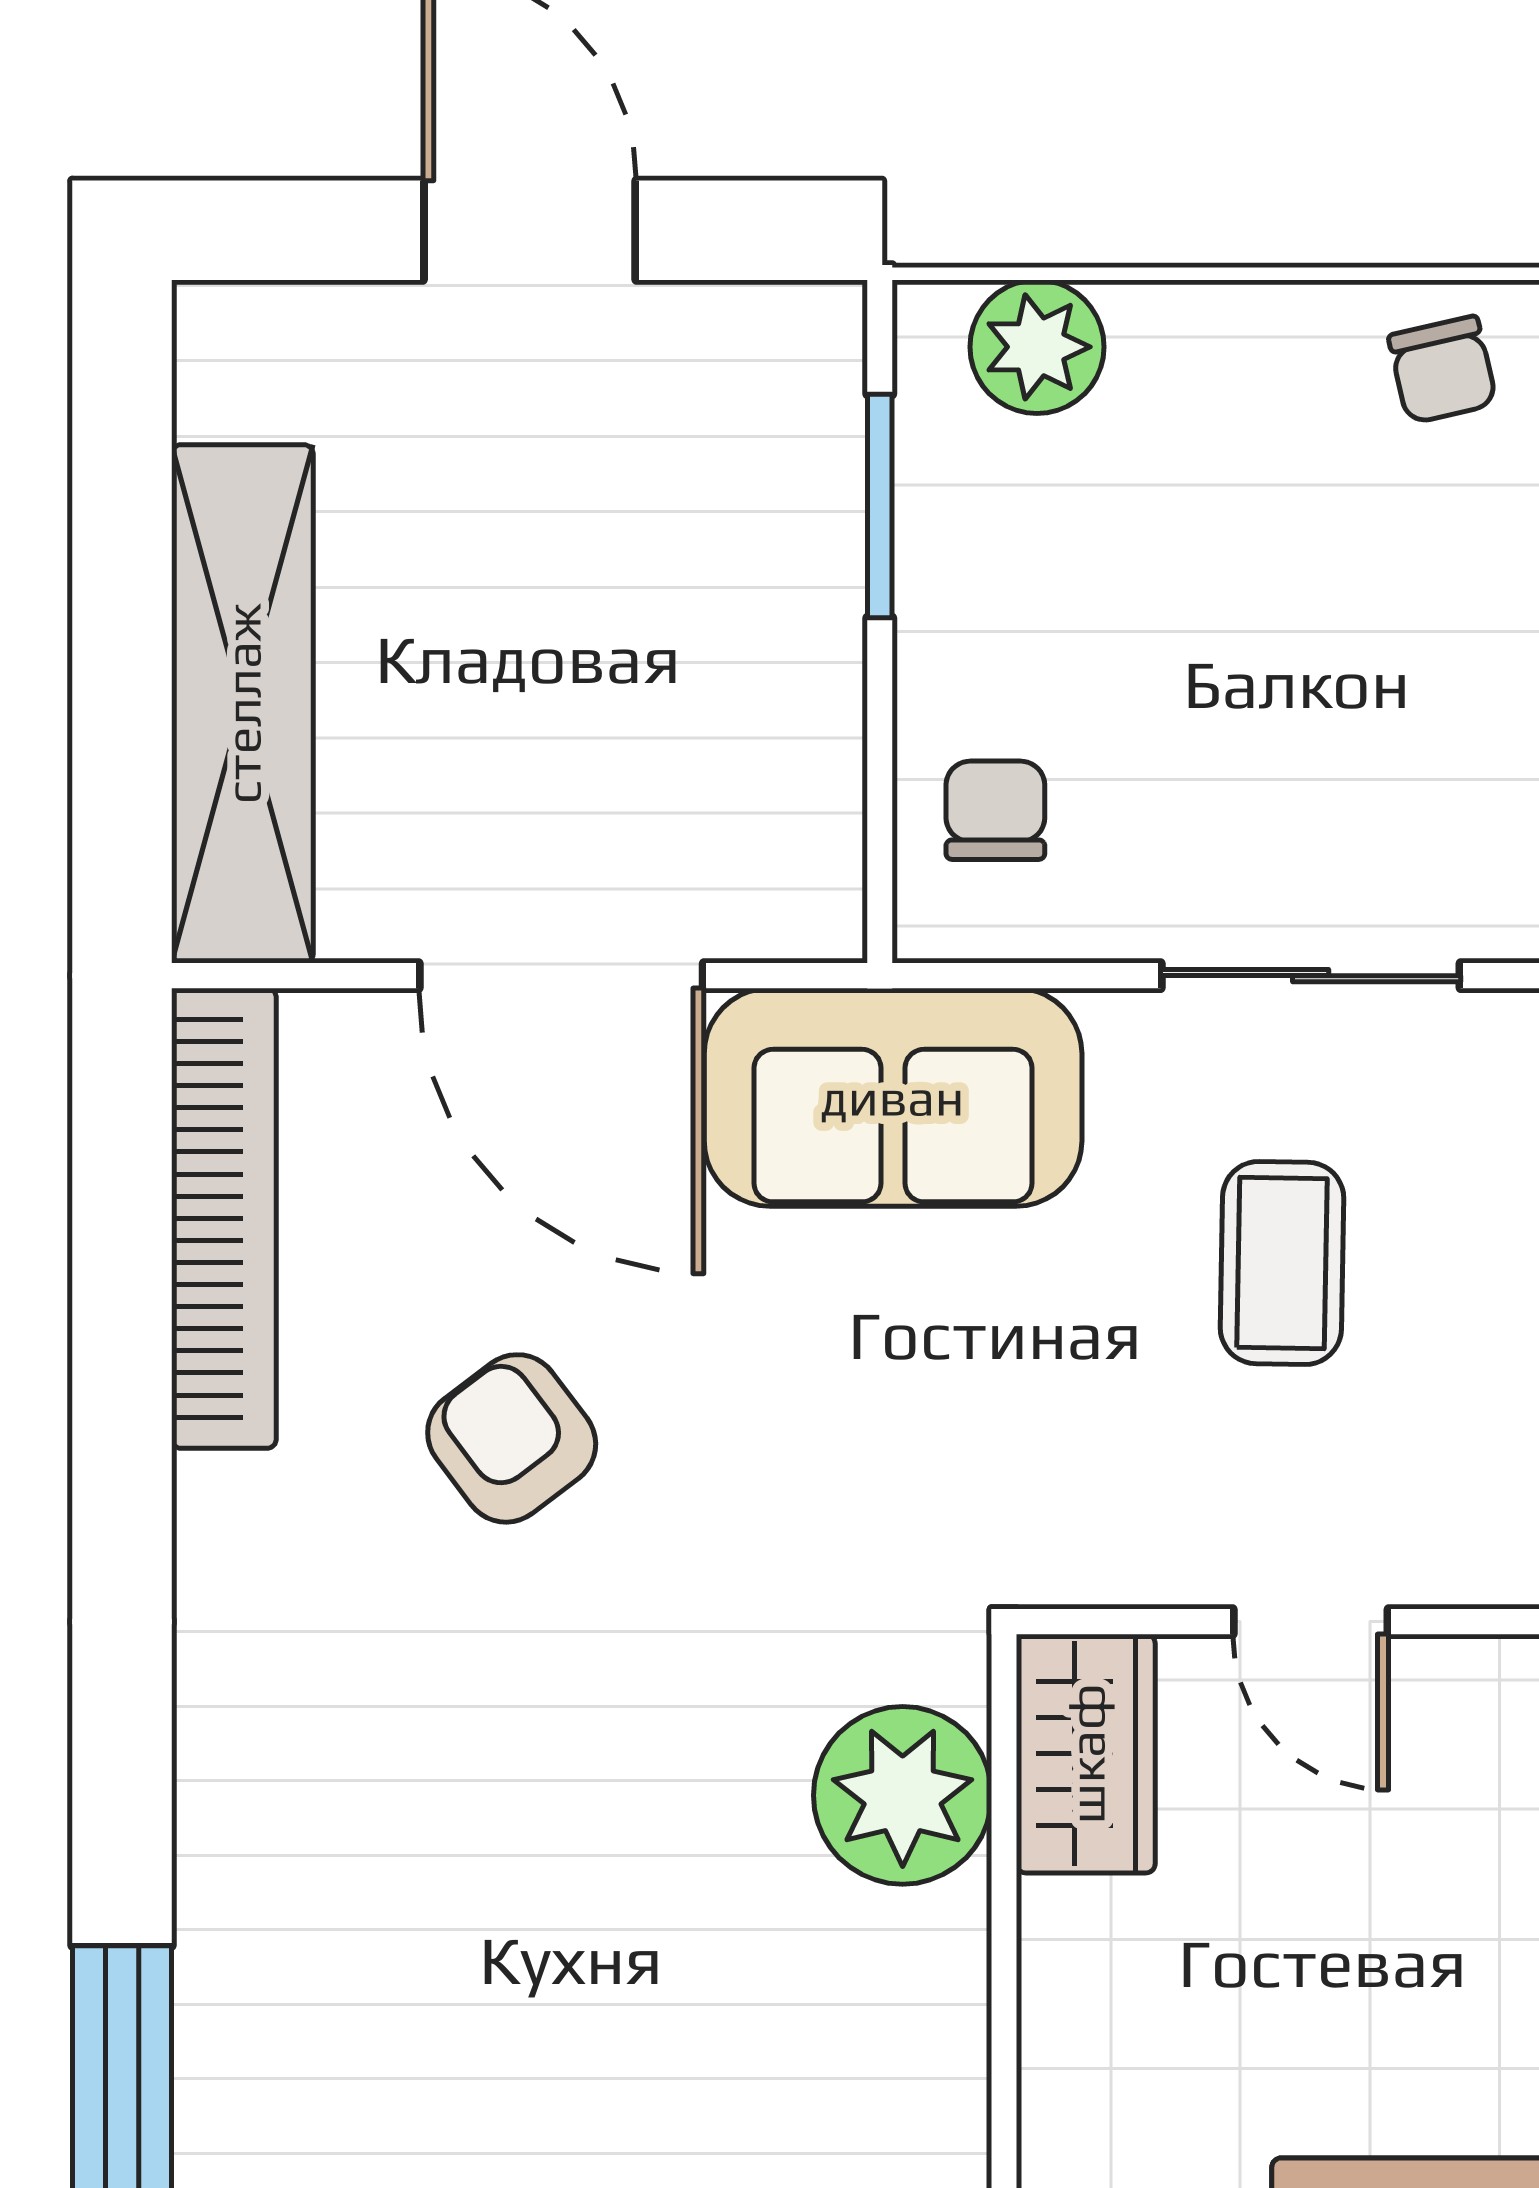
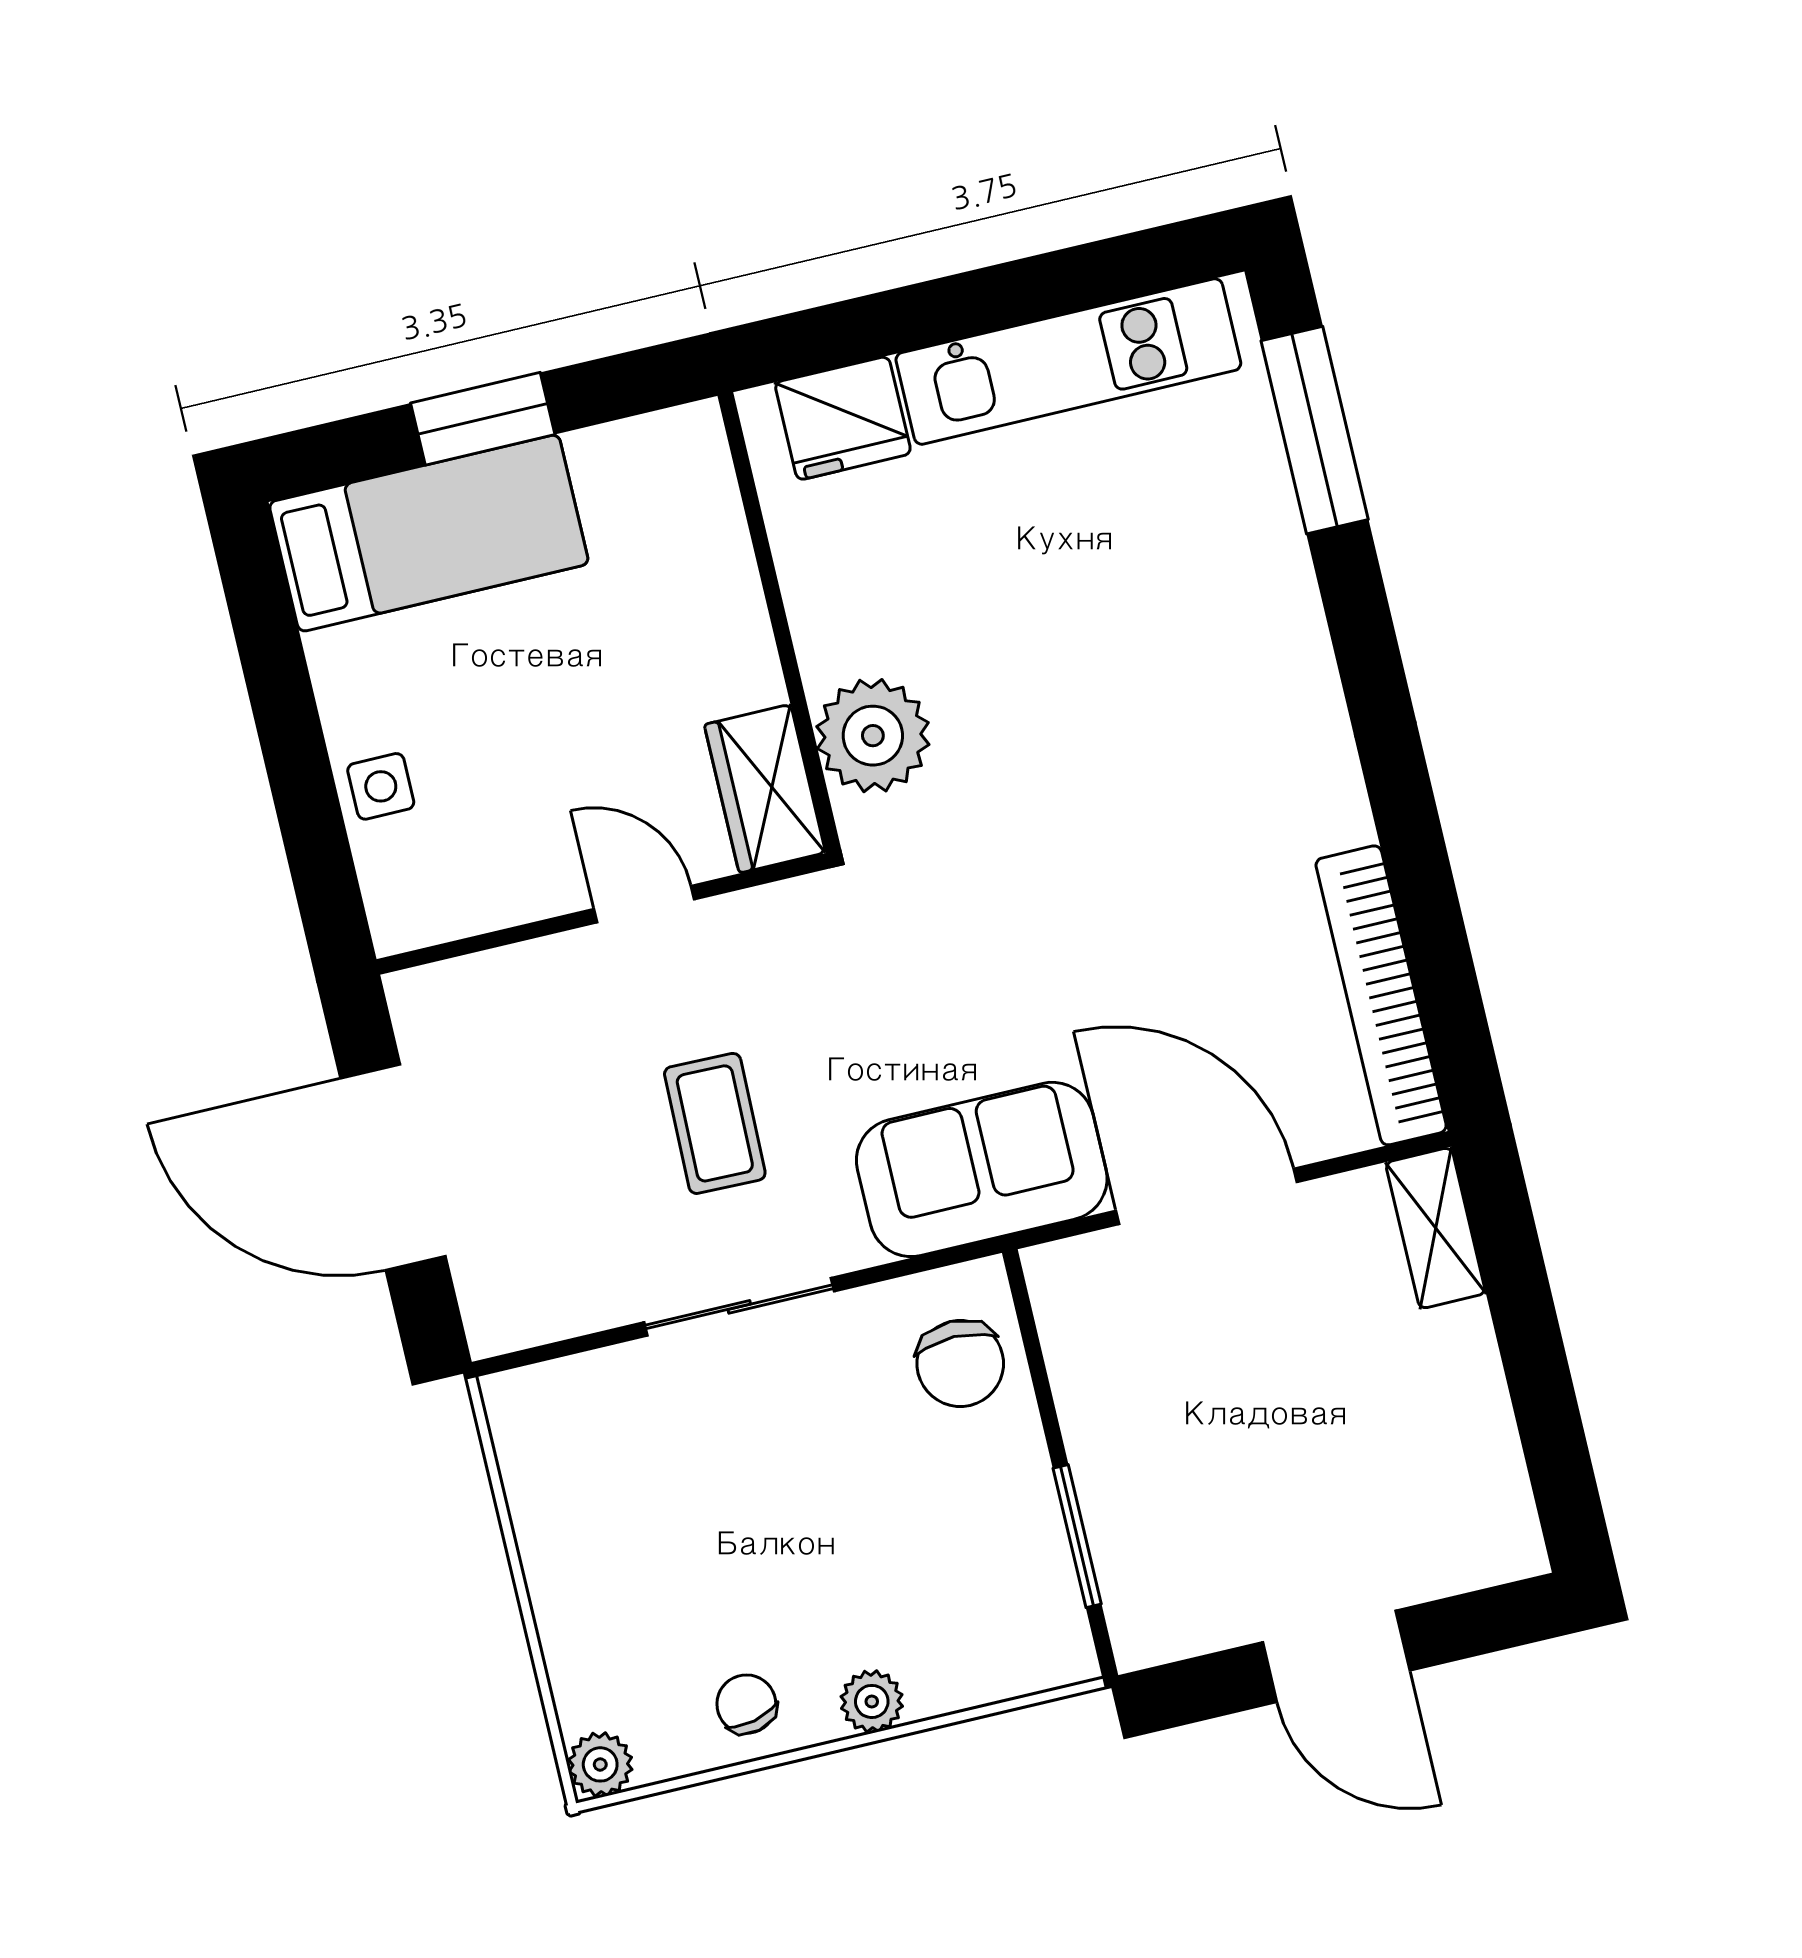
plant: (1037, 347) -> (872, 1701), moved, width x0.73, depth x0.73
shelving: (242, 704) -> (1436, 1228), width x0.45, depth x0.75
chair: (995, 810) -> (960, 1363), width x1.37, depth x1.37
armchair: (512, 1438) -> (1169, 901), removed

